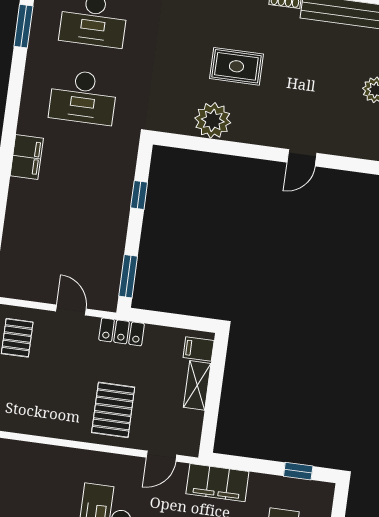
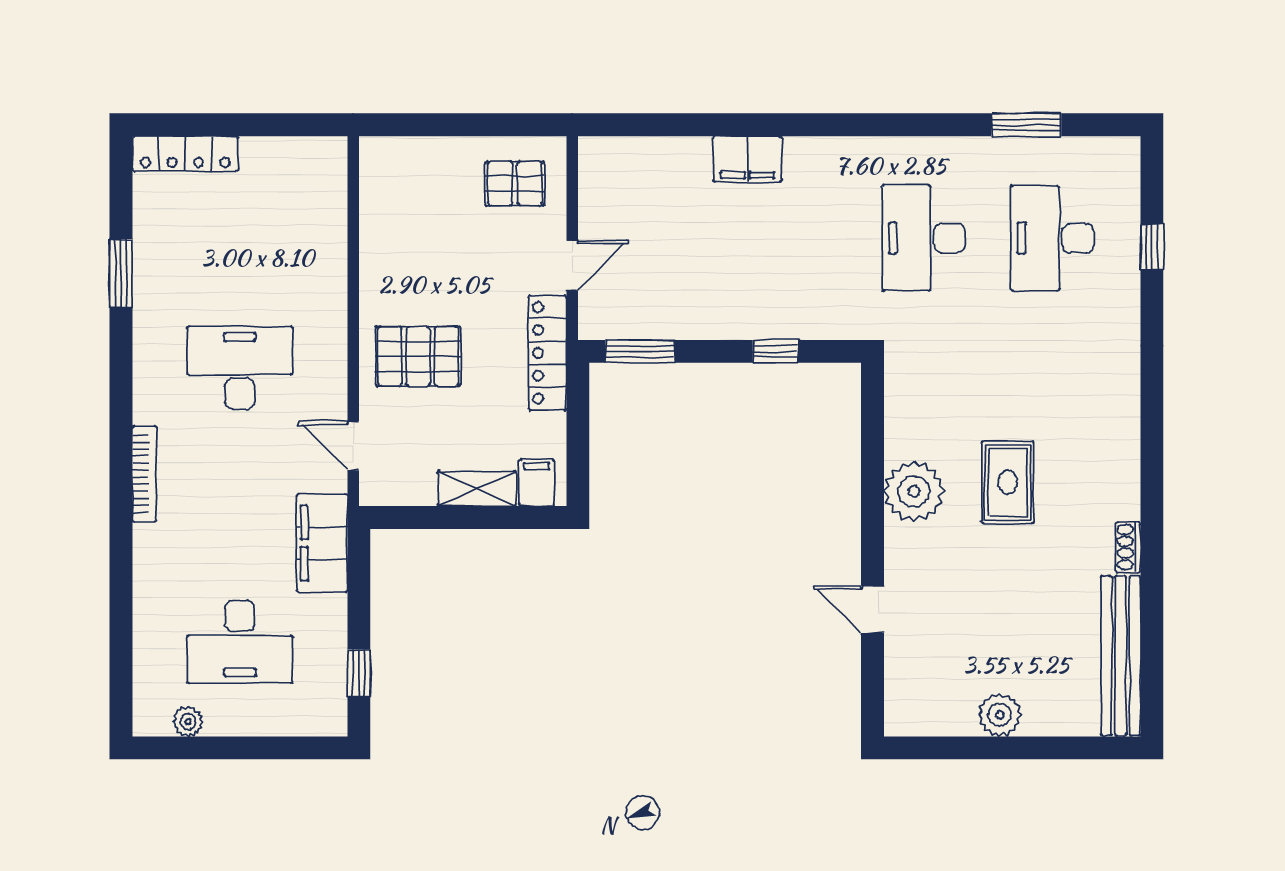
plant: (213, 120) -> (914, 491), moved
filing cabinet: (27, 157) -> (747, 159), moved
locker: (122, 332) -> (548, 353), width x1.53

